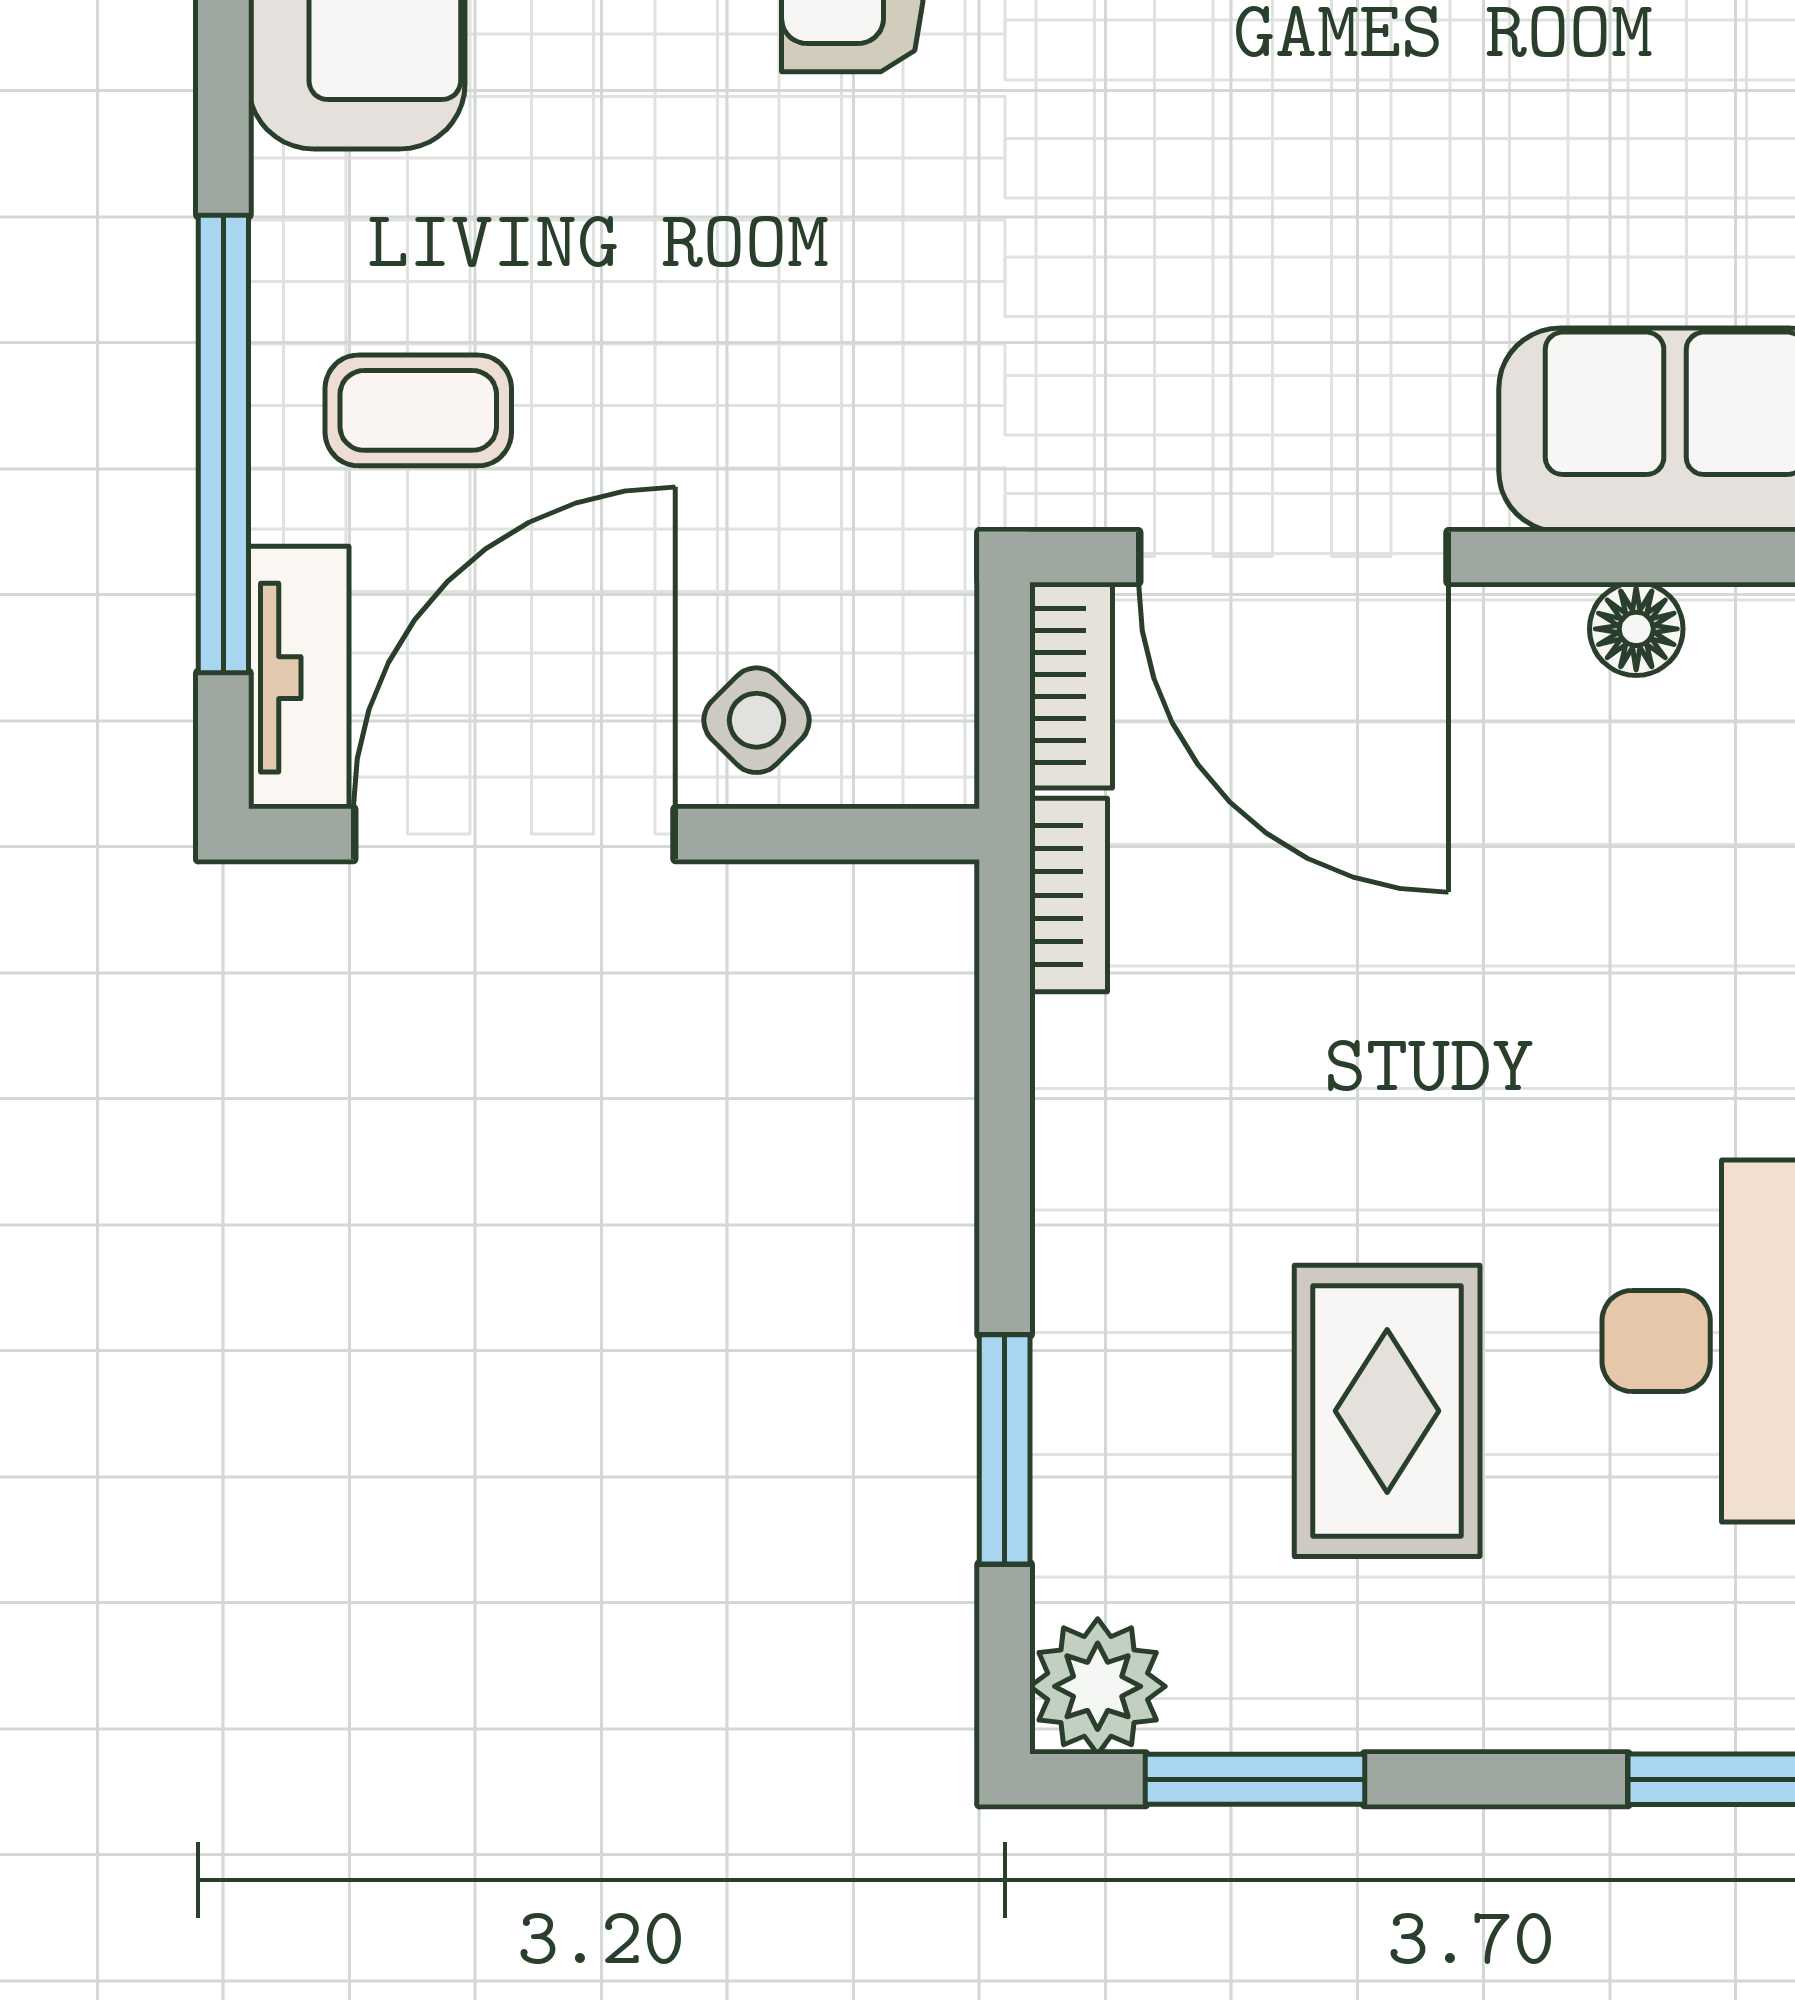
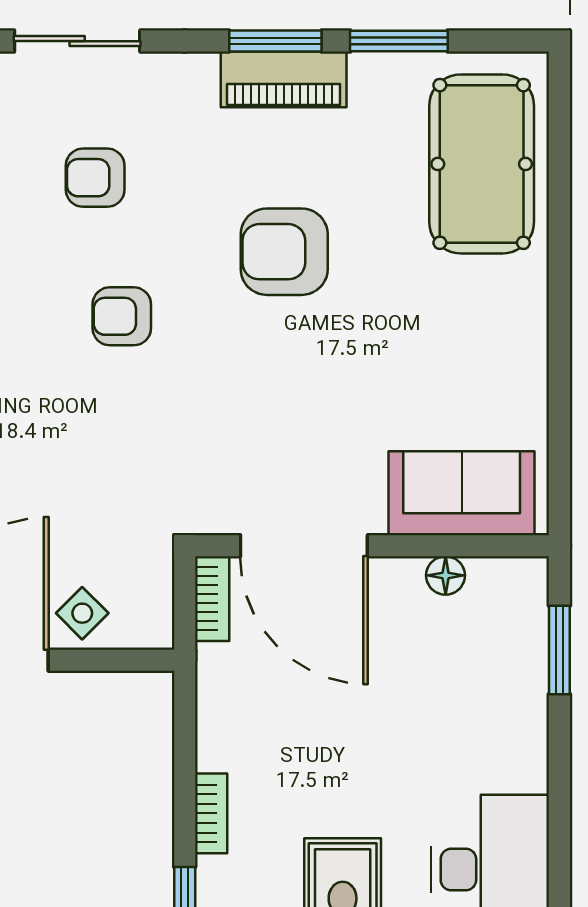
bookcase: (1069, 895) -> (211, 813), moved

